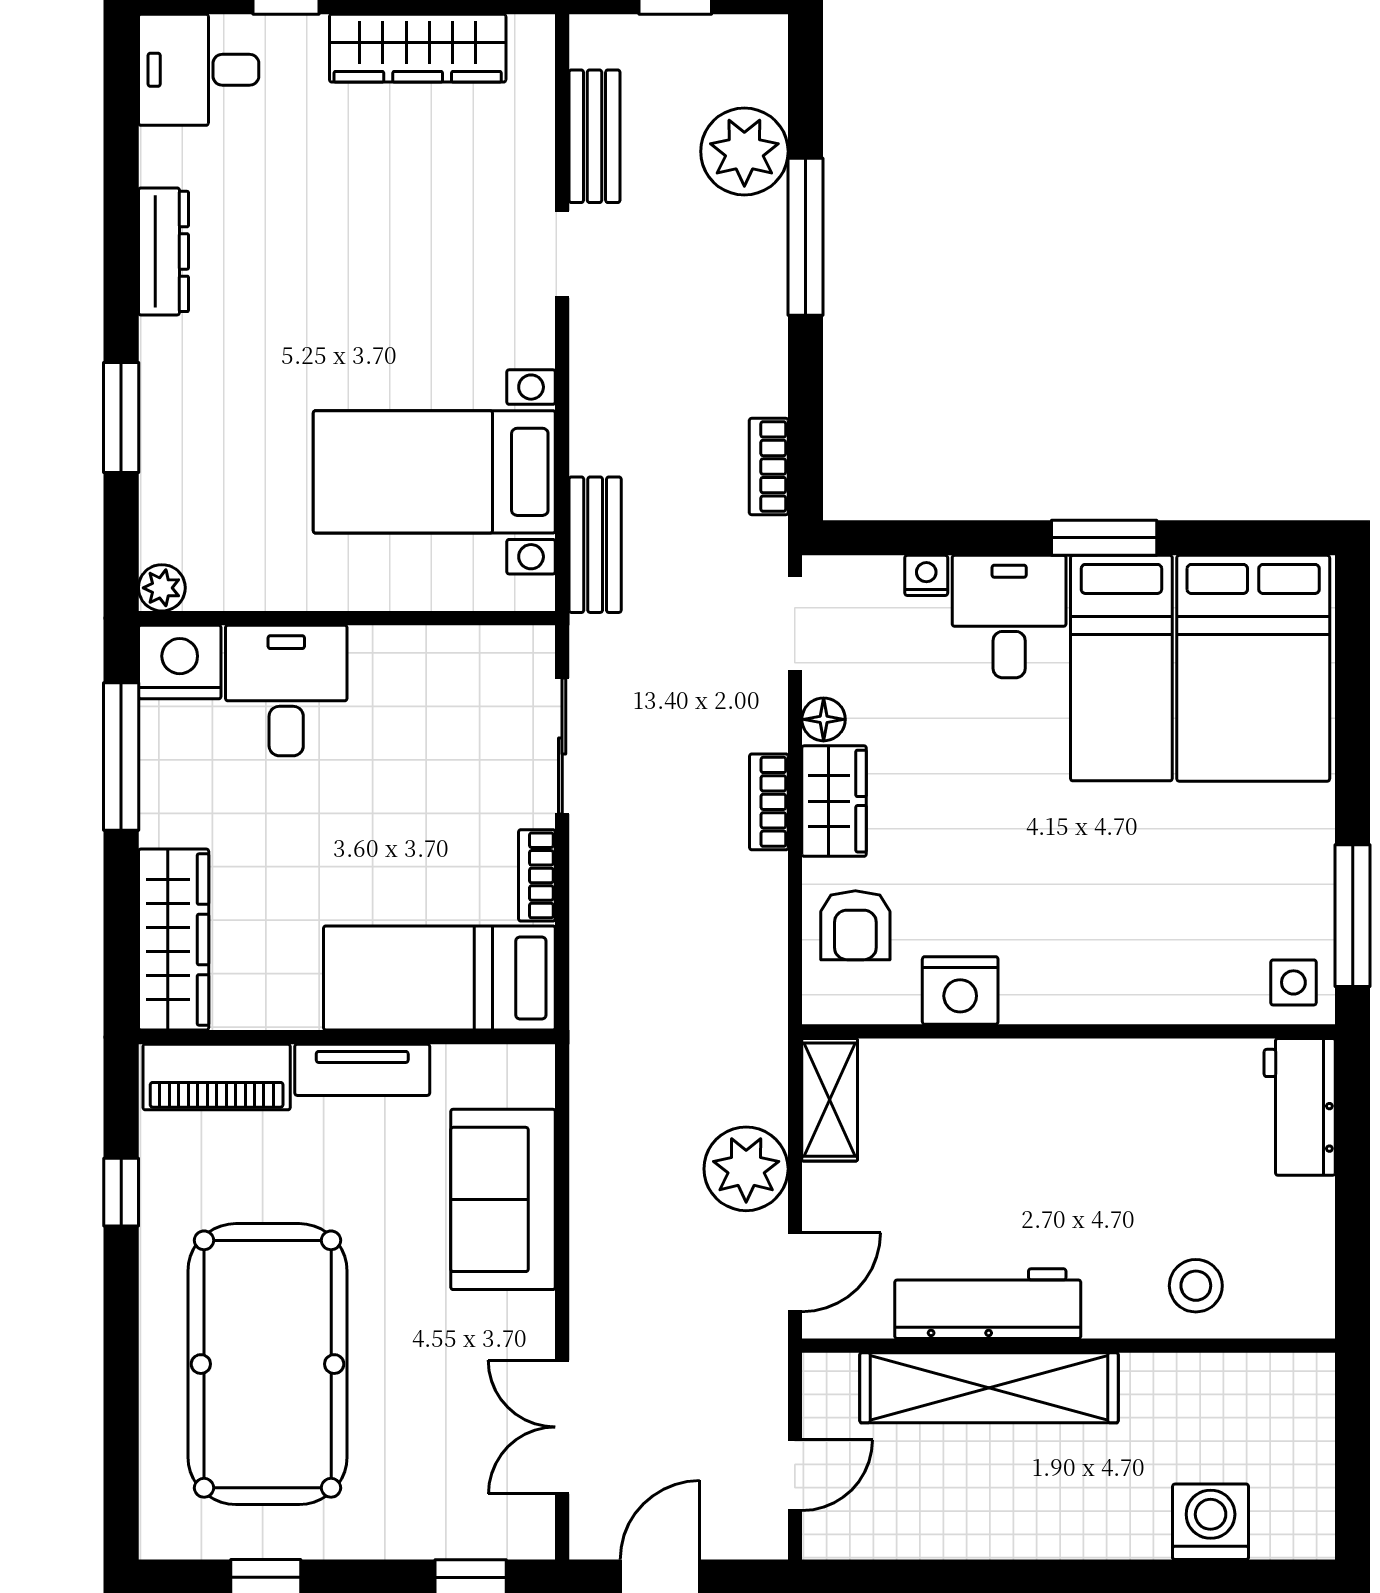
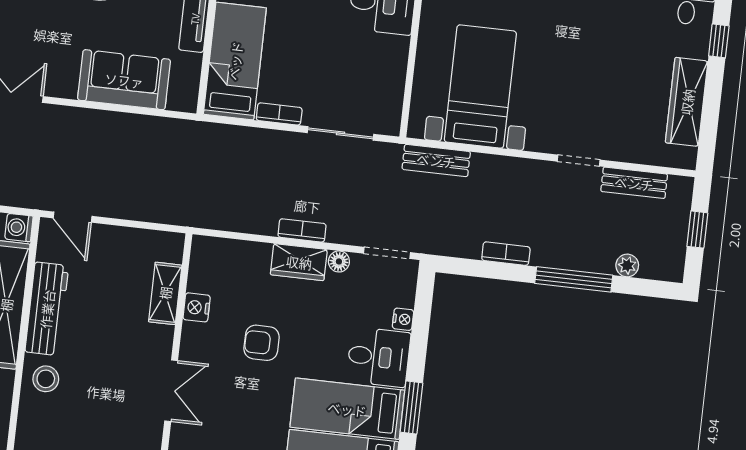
plant: (744, 151) -> (627, 265), width x0.53, depth x0.53
bookcase: (769, 467) -> (506, 254), moved
armchair: (855, 925) -> (262, 343), moved
nightstand: (960, 990) -> (197, 307), width x0.74, depth x0.75
double door: (1126, 1031) -> (171, 391), added
shelving: (830, 1100) -> (165, 293), moved, turned 90
plant: (746, 1169) -> (125, 199), removed
stool: (1196, 1286) -> (46, 379), moved
washing machine: (829, 1379) -> (19, 228), added

